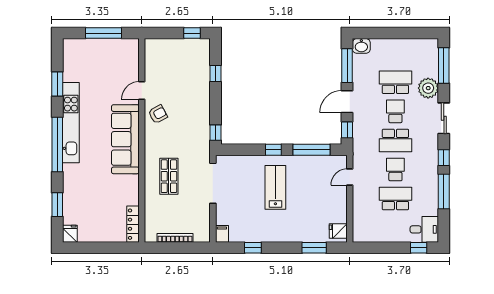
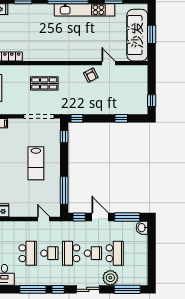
window: (104, 33) -> (152, 34), width x0.69
sofa: (125, 139) -> (137, 35), moved, turned -90
window: (273, 150) -> (64, 137), moved
lab bench: (275, 187) -> (36, 163), turned 90

